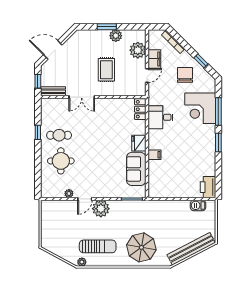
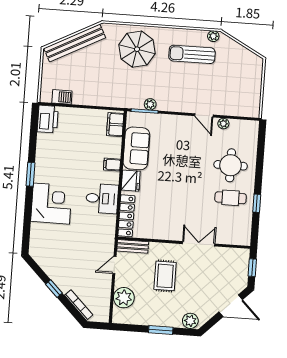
plant: (116, 36) -> (190, 321), moved
filing cabinet: (154, 59) -> (115, 125), moved
window: (201, 61) -> (54, 289), moved
chair: (185, 75) -> (67, 262), removed
bench: (53, 91) -> (133, 246), moved
corner desk: (200, 108) -> (51, 204), moved
locker: (140, 109) -> (126, 216), width x1.53
window: (218, 112) -> (28, 213), removed
desk: (161, 117) -> (102, 199), moved
door: (85, 199) -> (204, 115), swing flipped
plant: (101, 209) -> (150, 104), moved, width x0.53, depth x0.53

